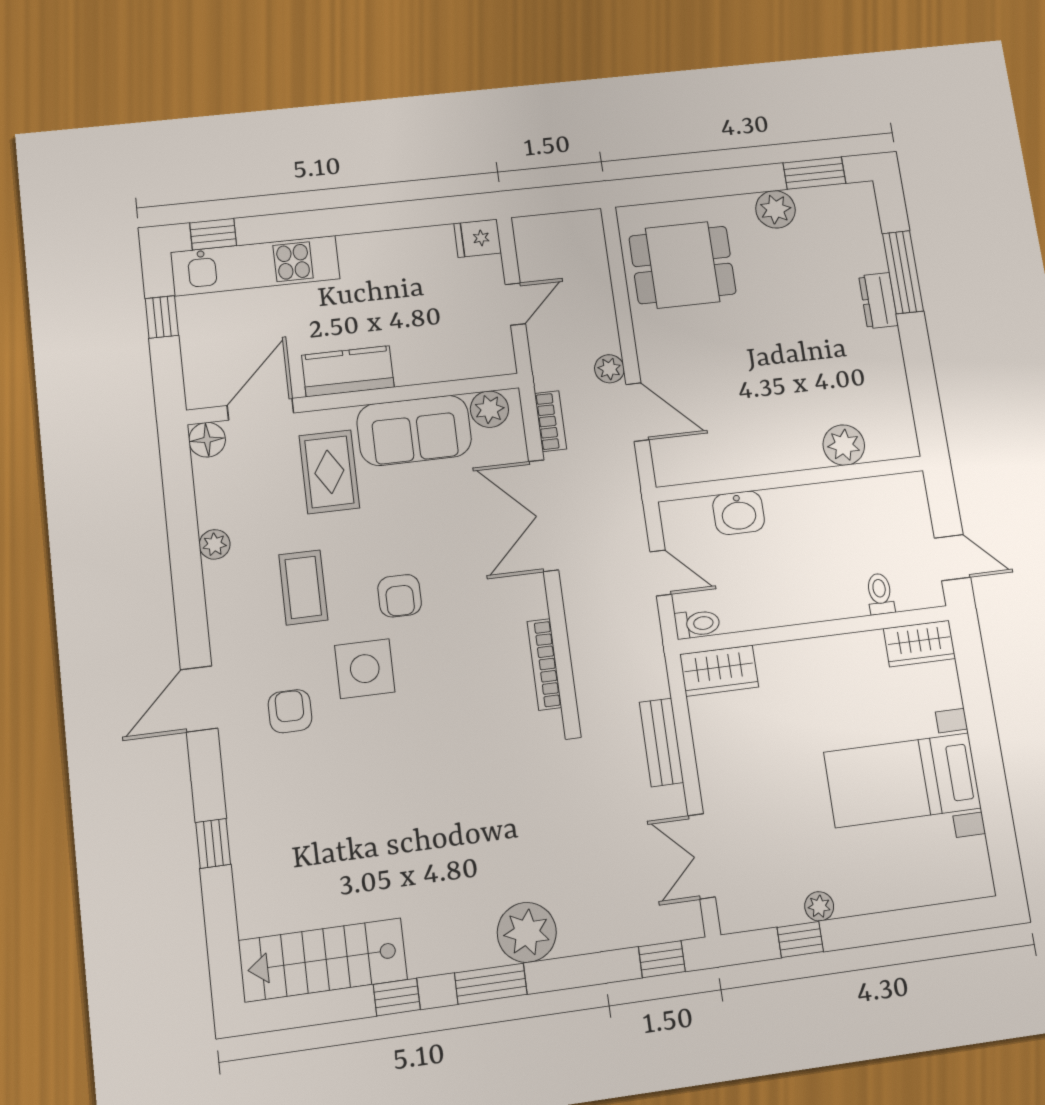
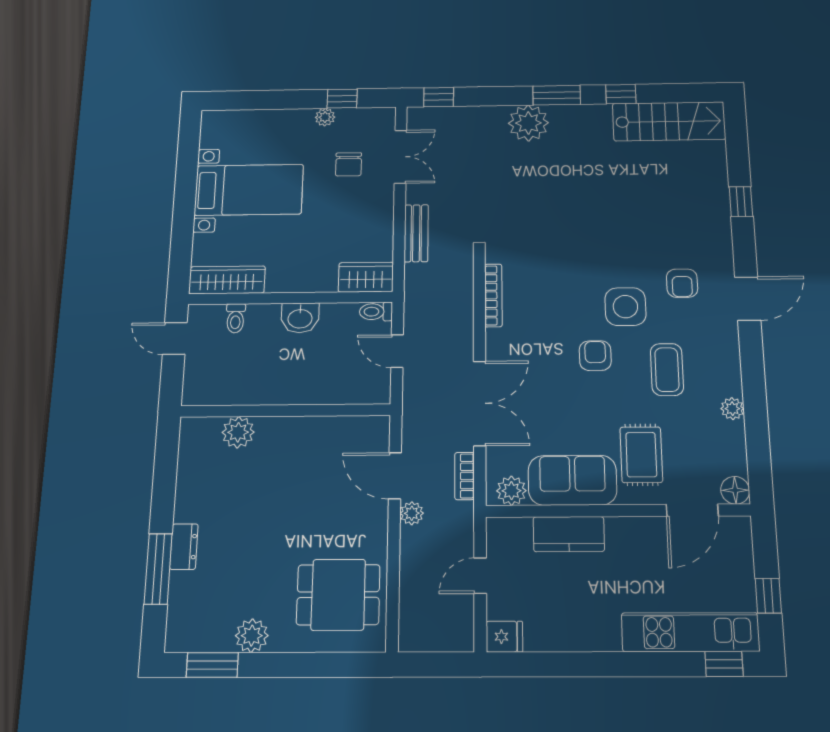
kitchen counter: (348, 371) -> (569, 534), moved
washbasin: (739, 513) -> (300, 318), moved, turned 180
wardrobe: (919, 644) -> (227, 280), width x1.50
chair: (772, 836) -> (349, 164), added

